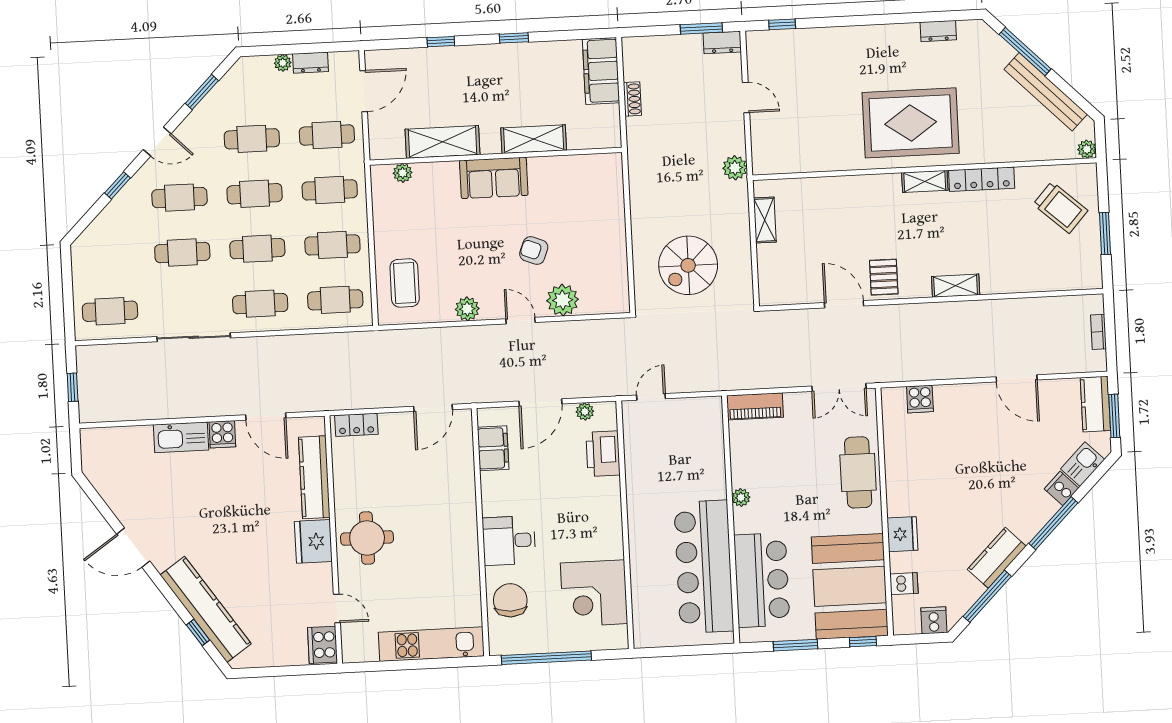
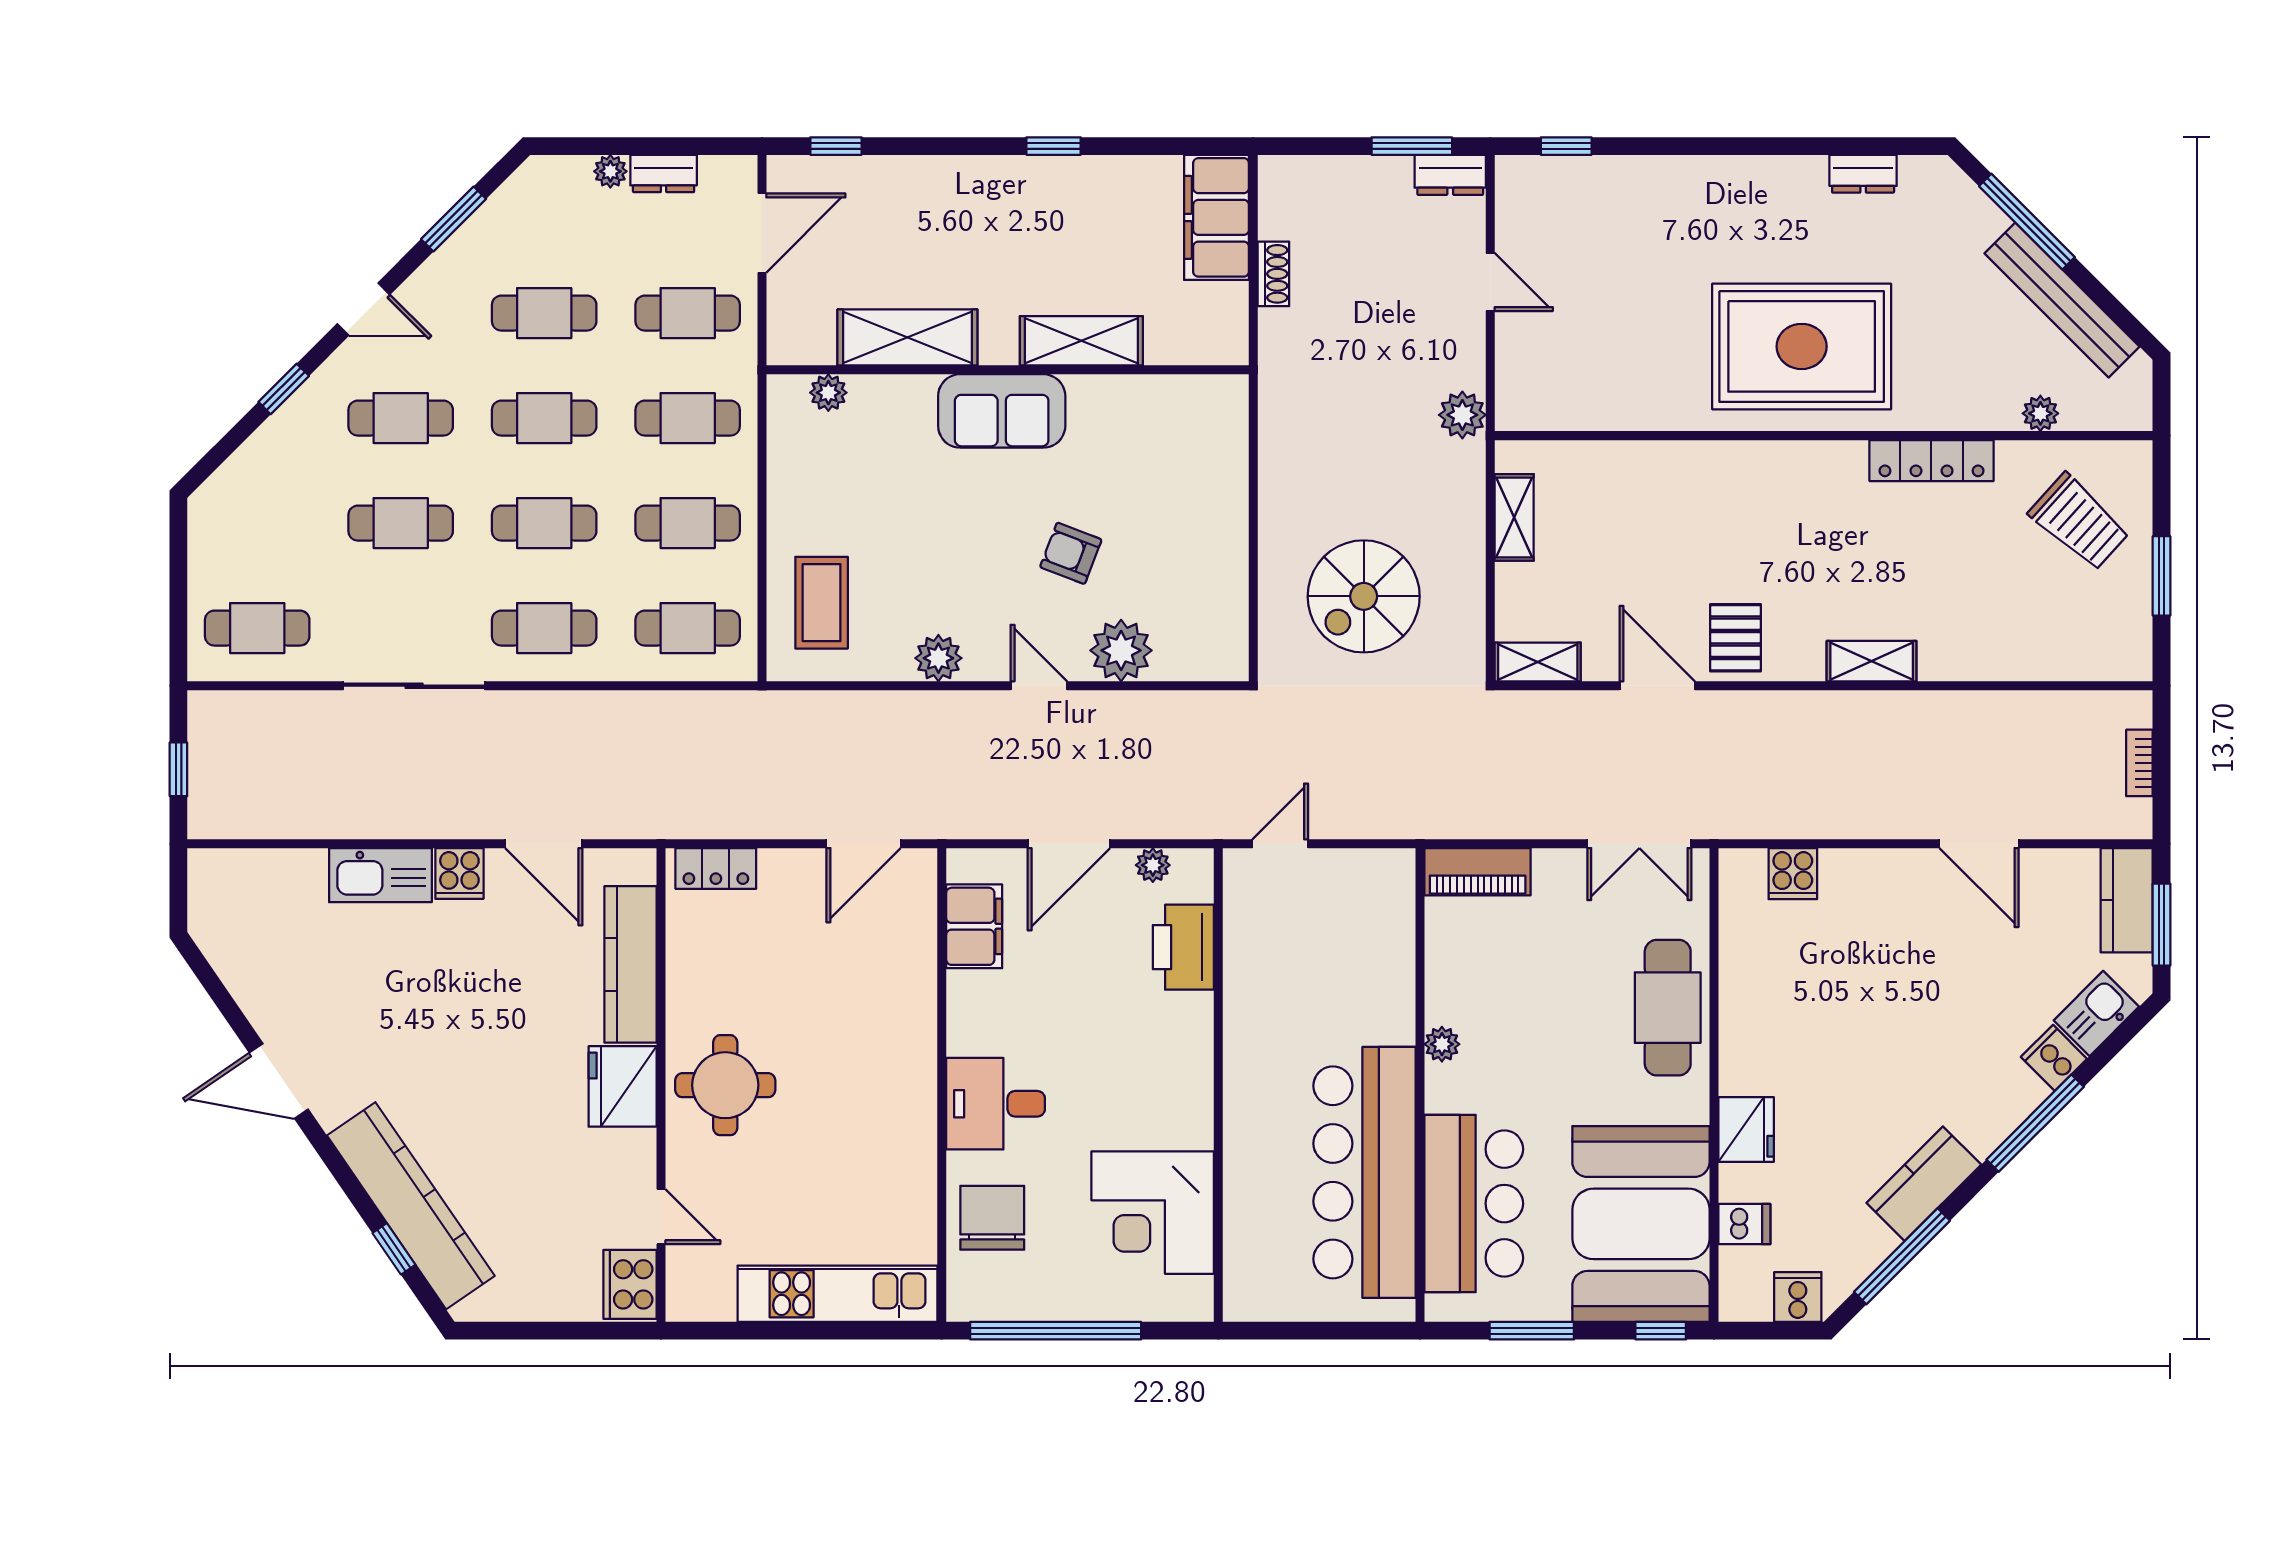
window: (441, 42) -> (836, 146), moved
plant: (1087, 149) -> (2040, 413), moved
shelving: (925, 181) -> (1538, 662), moved

